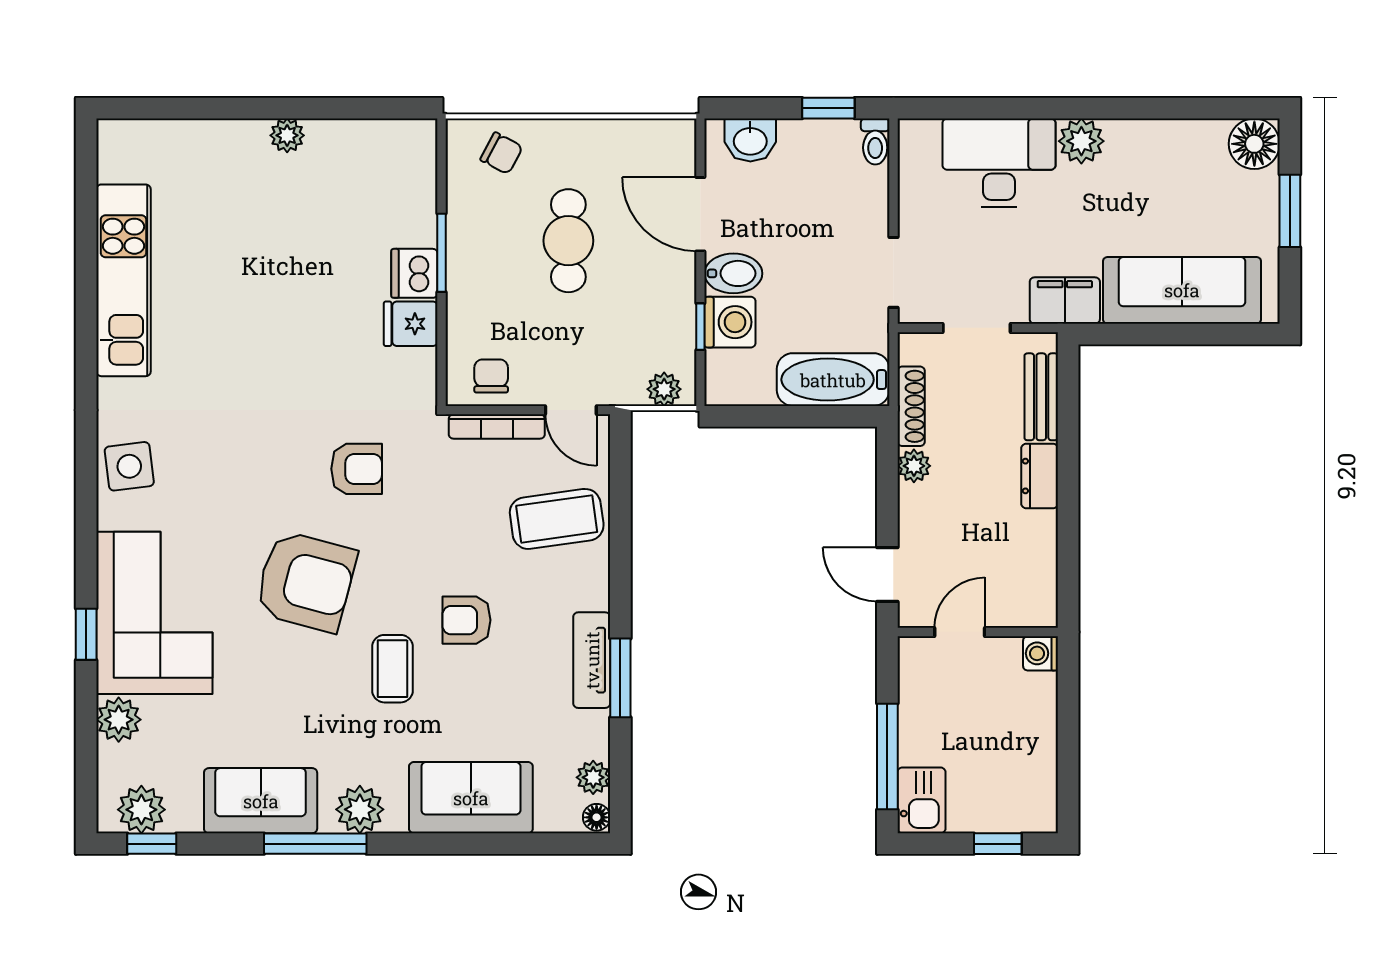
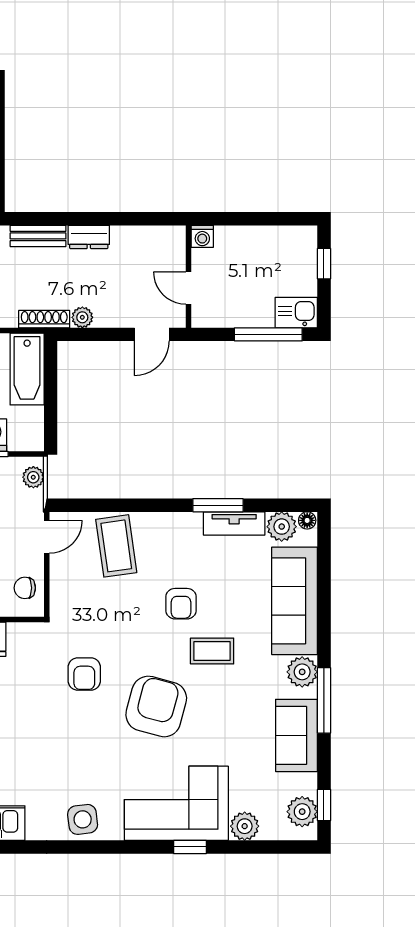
bookcase: (497, 427) -> (57, 584), removed
armchair: (357, 469) -> (84, 674), turned 180
tv unit: (592, 660) -> (234, 524), moved
plant: (593, 777) -> (282, 527), width x1.38, depth x1.38
sofa: (471, 798) -> (295, 601), width x1.36

